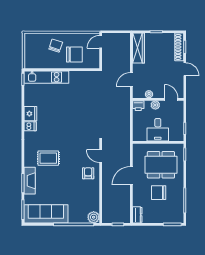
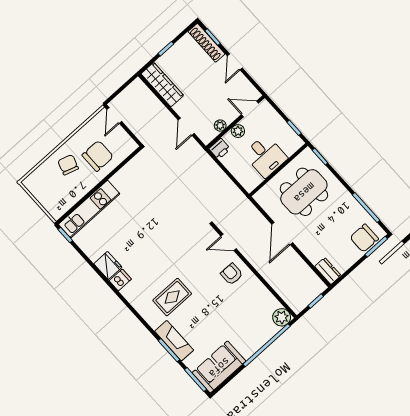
door: (185, 69) -> (235, 62), swing flipped
chair: (159, 193) -> (364, 238), moved
sofa: (46, 214) -> (219, 367), width x0.73

